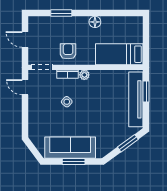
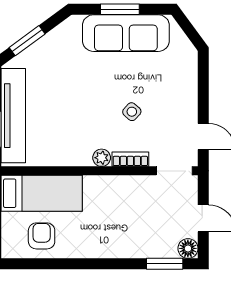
window: (61, 13) -> (165, 264), moved
floor lamp: (95, 22) -> (188, 248), moved
armchair: (68, 51) -> (42, 236), moved, turned 180

